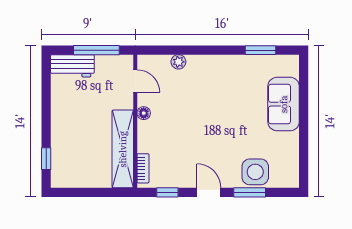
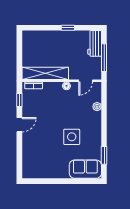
sofa: (284, 104) -> (85, 169), moved
window: (46, 159) -> (68, 28), moved
side table: (255, 172) -> (72, 137), moved
window: (250, 192) -> (19, 149), removed

